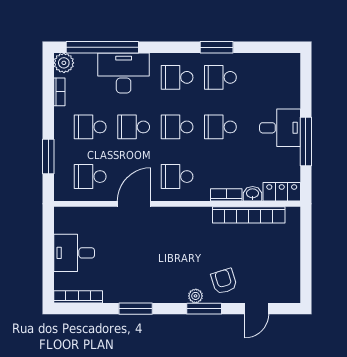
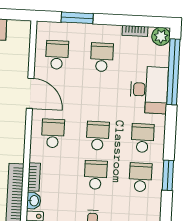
school desk: (134, 127) -> (100, 96), removed

